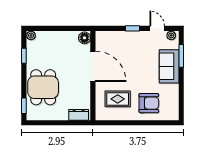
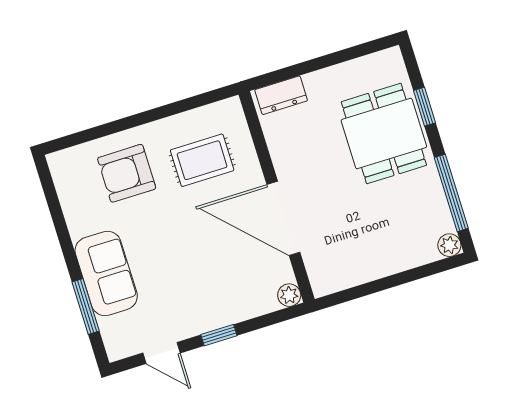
plant: (171, 35) -> (289, 295), moved
floor lamp: (84, 38) -> (323, 278), removed
window: (24, 56) -> (451, 193), width x2.17
window: (24, 106) -> (424, 107), moved

